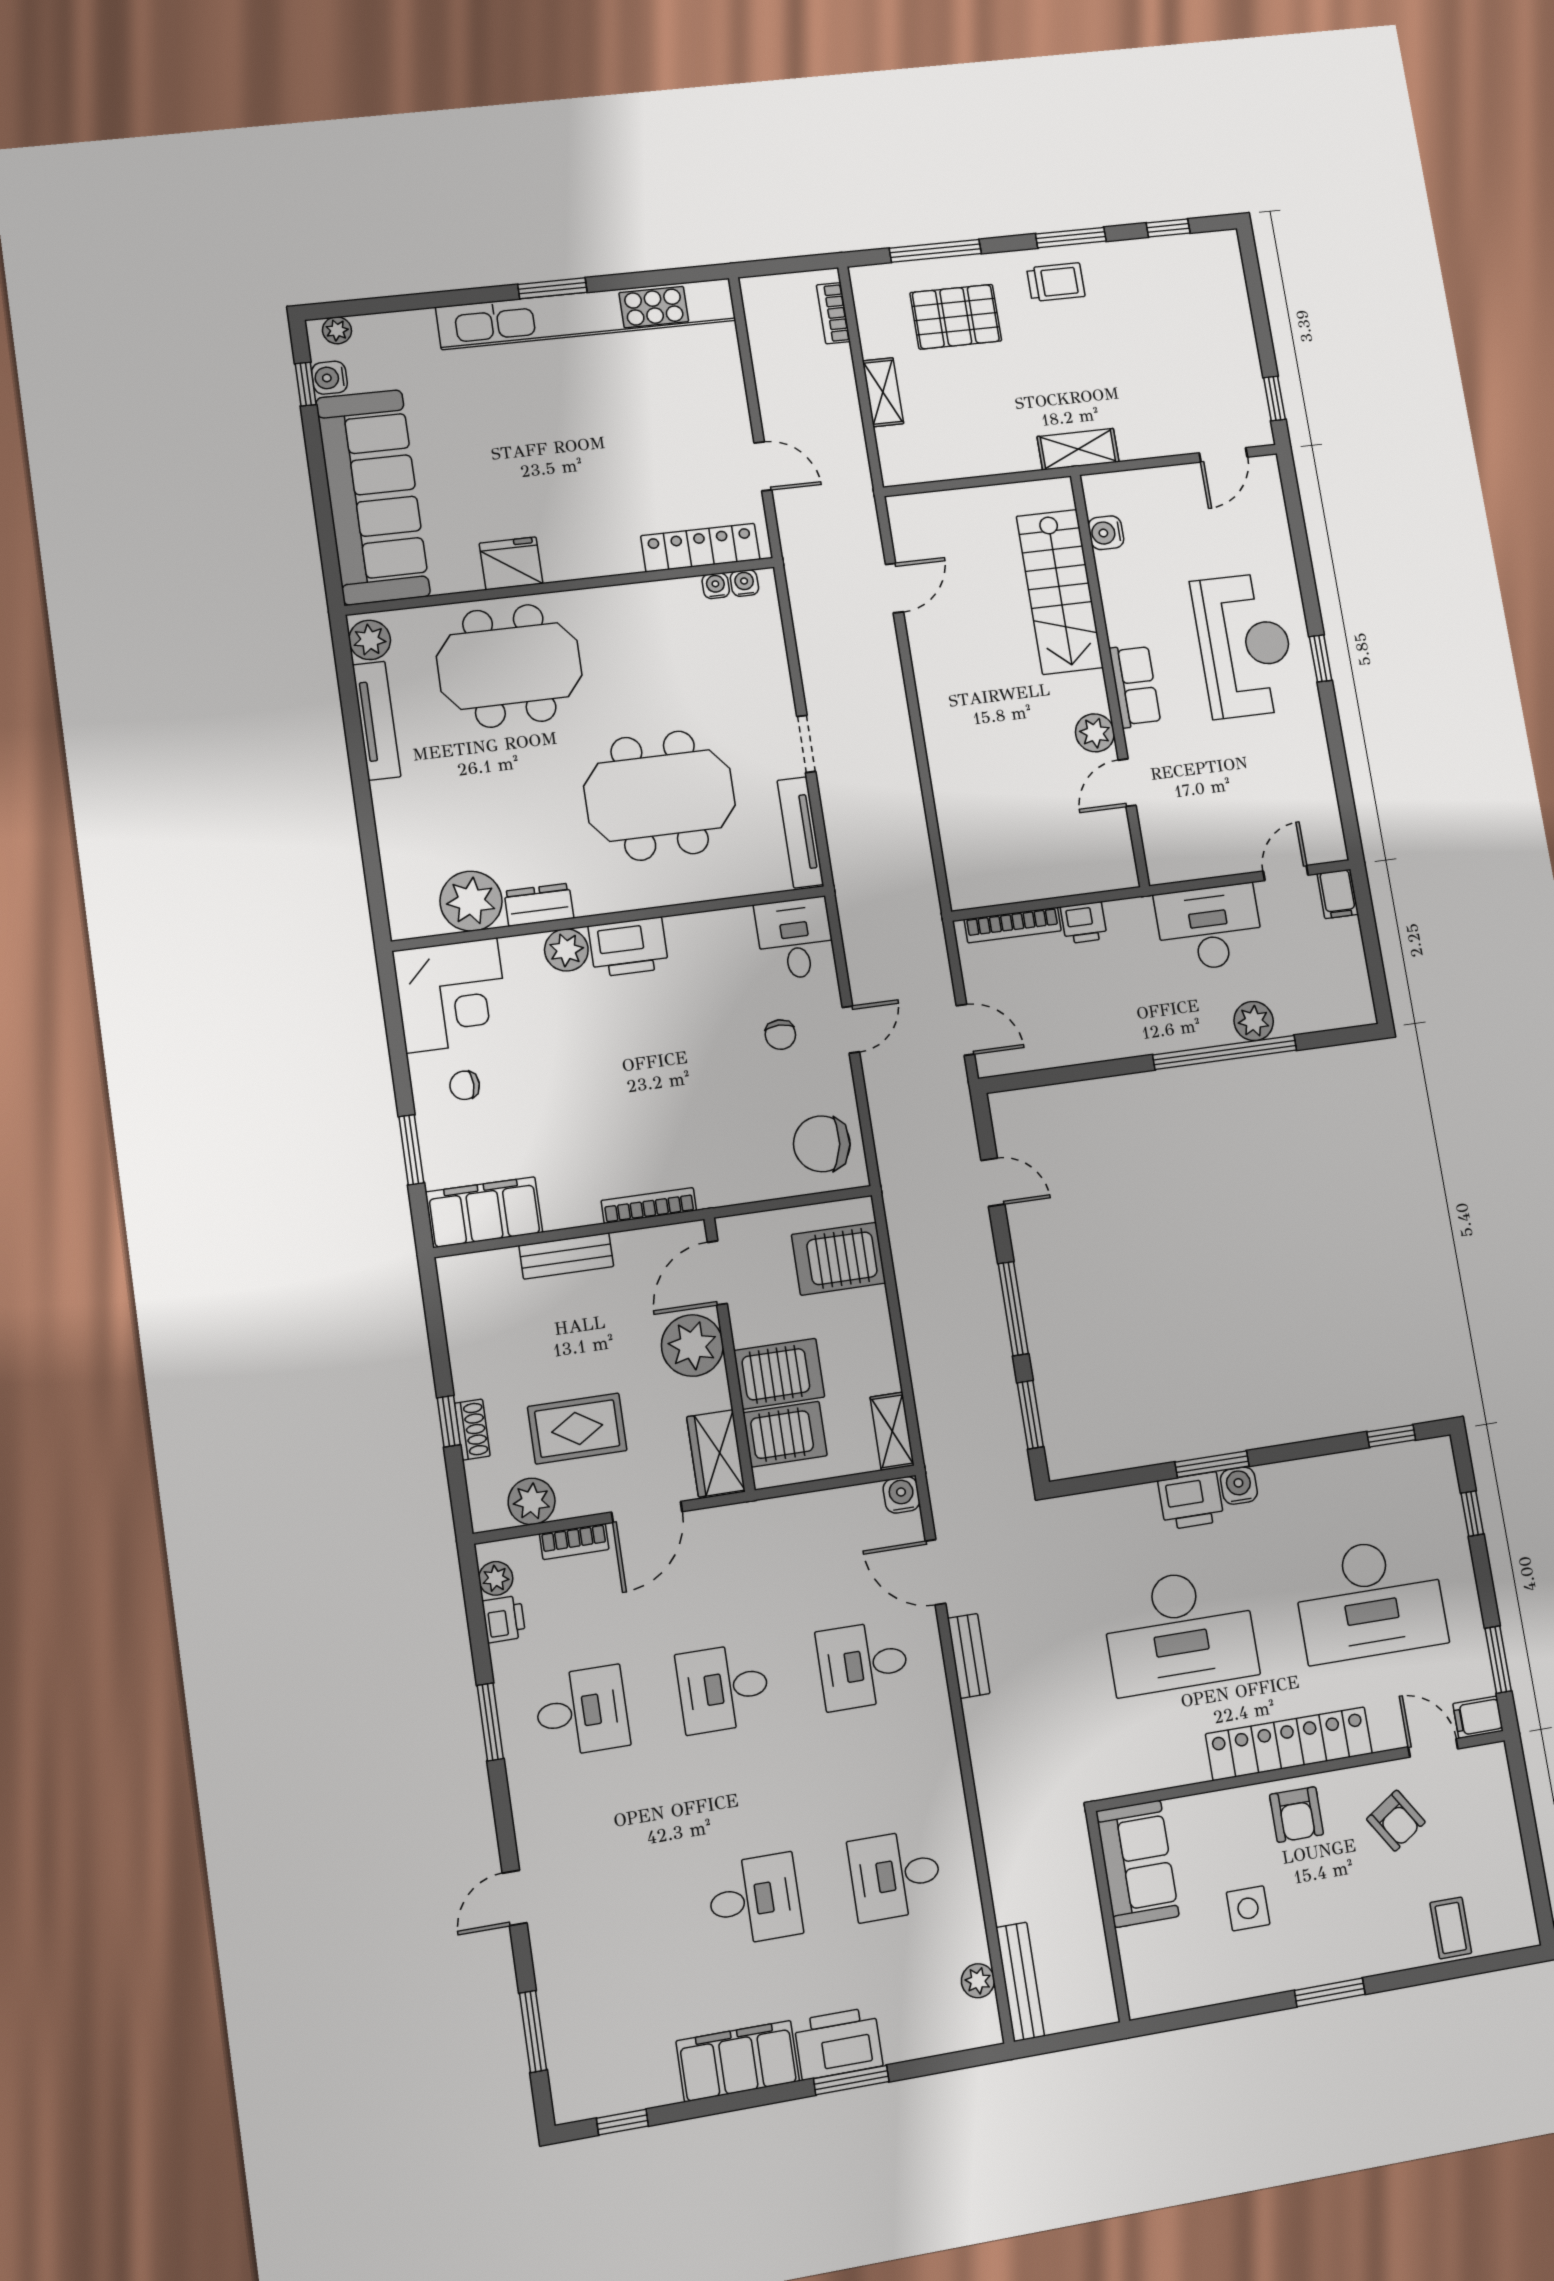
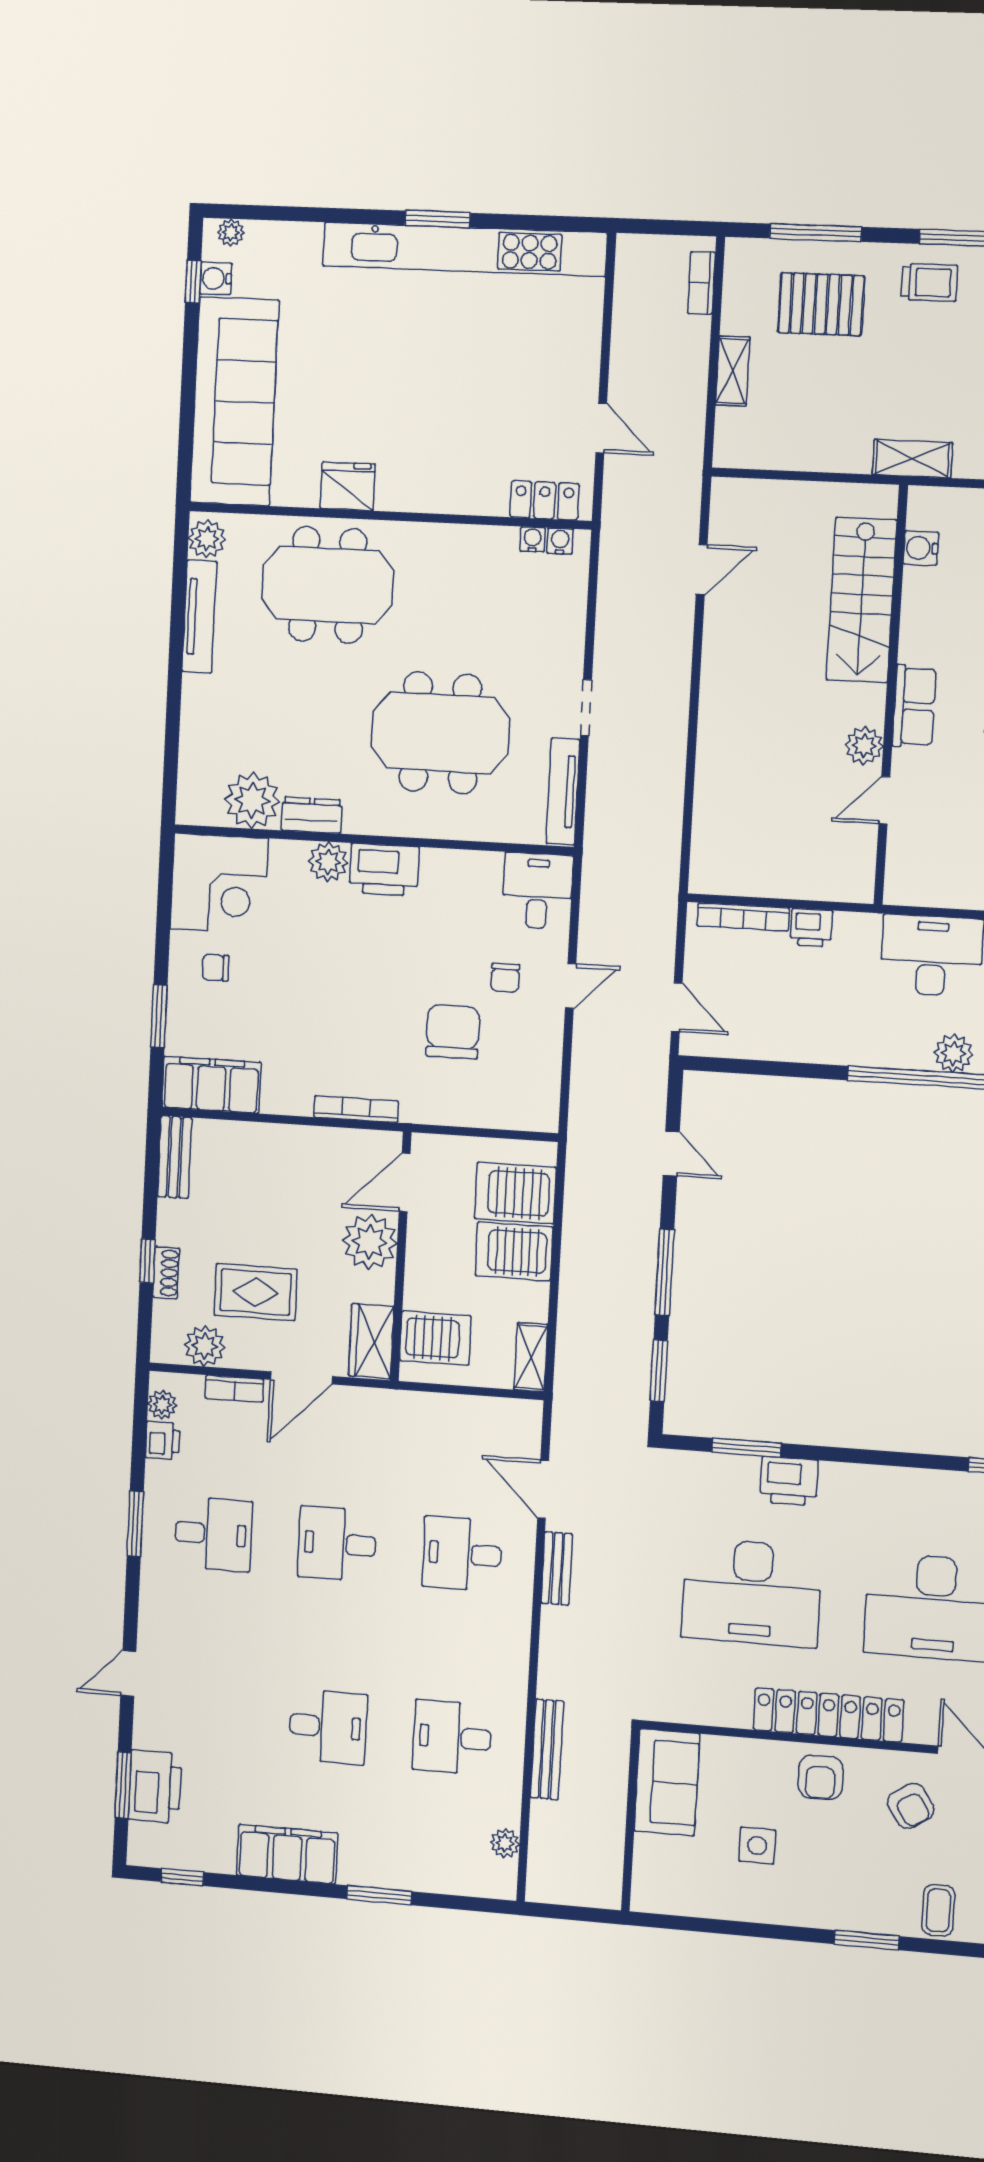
locker: (700, 548) -> (545, 500), width x0.66
chair: (822, 1144) -> (453, 1032), moved, turned 81
bench: (566, 1256) -> (175, 1157), moved, turned 90
server rack: (779, 1374) -> (514, 1251), moved, turned 180
window: (1212, 1464) -> (747, 1448), moved
water cooler: (1239, 1486) -> (837, 1478), removed
water cooler: (901, 1495) -> (527, 1415), removed
bench: (1020, 1982) -> (547, 1749), moved
window: (1330, 1992) -> (867, 1940), moved
printer: (838, 2043) -> (155, 1787), moved, turned 90

